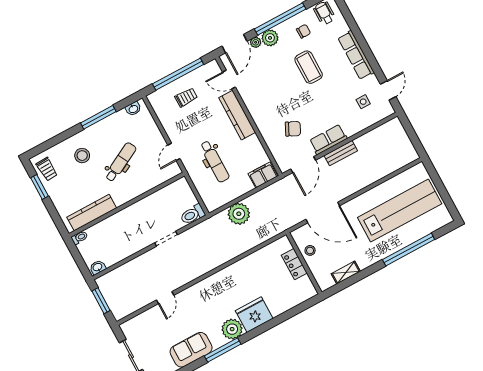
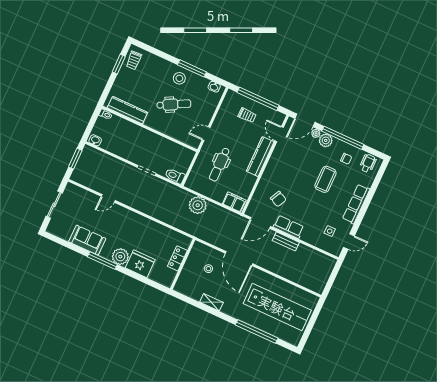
stool: (82, 156) -> (179, 78), moved
wall: (304, 263) -> (183, 264), moved
locker: (294, 264) -> (177, 258), moved

